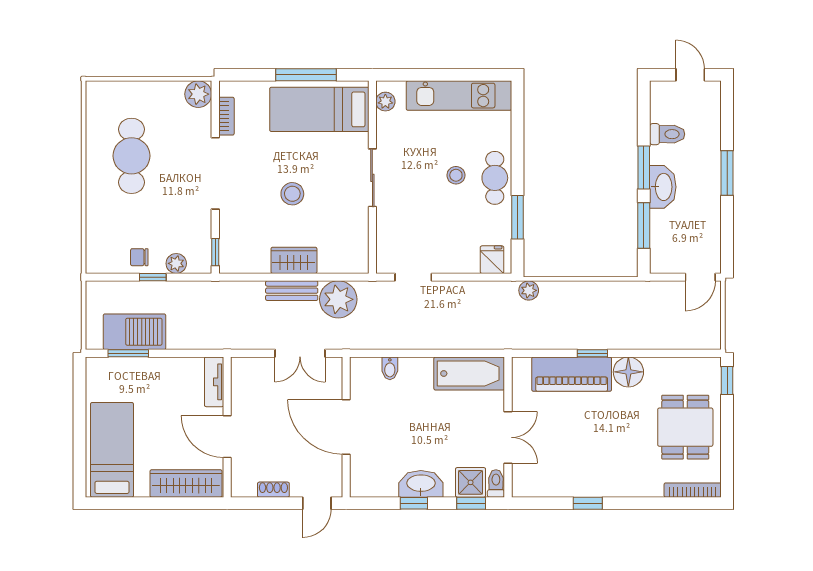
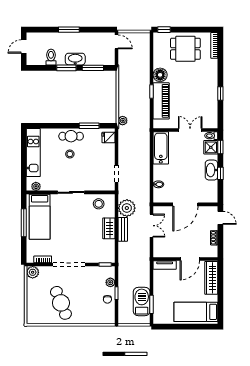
cafe table: (131, 156) -> (61, 303), turned 68
stool: (292, 194) -> (99, 204), moved

